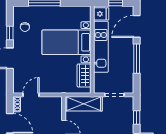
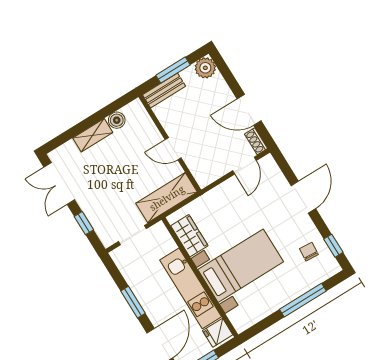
window: (10, 33) -> (333, 246), moved
window: (137, 59) -> (133, 302), width x0.69

